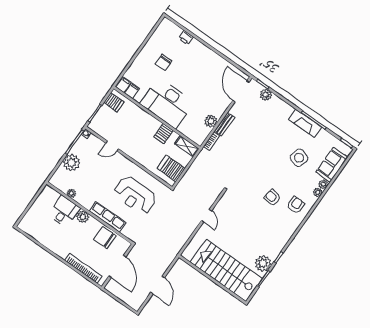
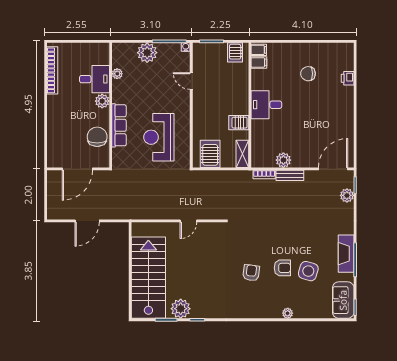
desk: (167, 103) -> (266, 105), width x0.53, depth x0.77
sofa: (332, 165) -> (343, 300), moved, turned -90
plant: (323, 184) -> (299, 313), removed
armchair: (296, 205) -> (282, 268), moved
bookcase: (83, 268) -> (52, 70), moved

